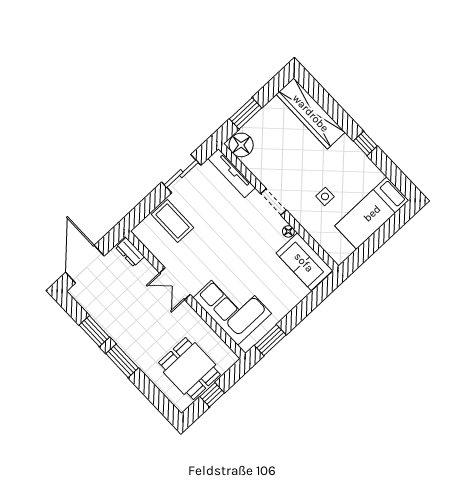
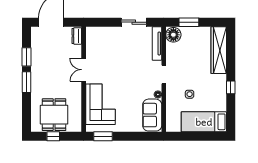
coffee table: (172, 221) -> (109, 40), removed

